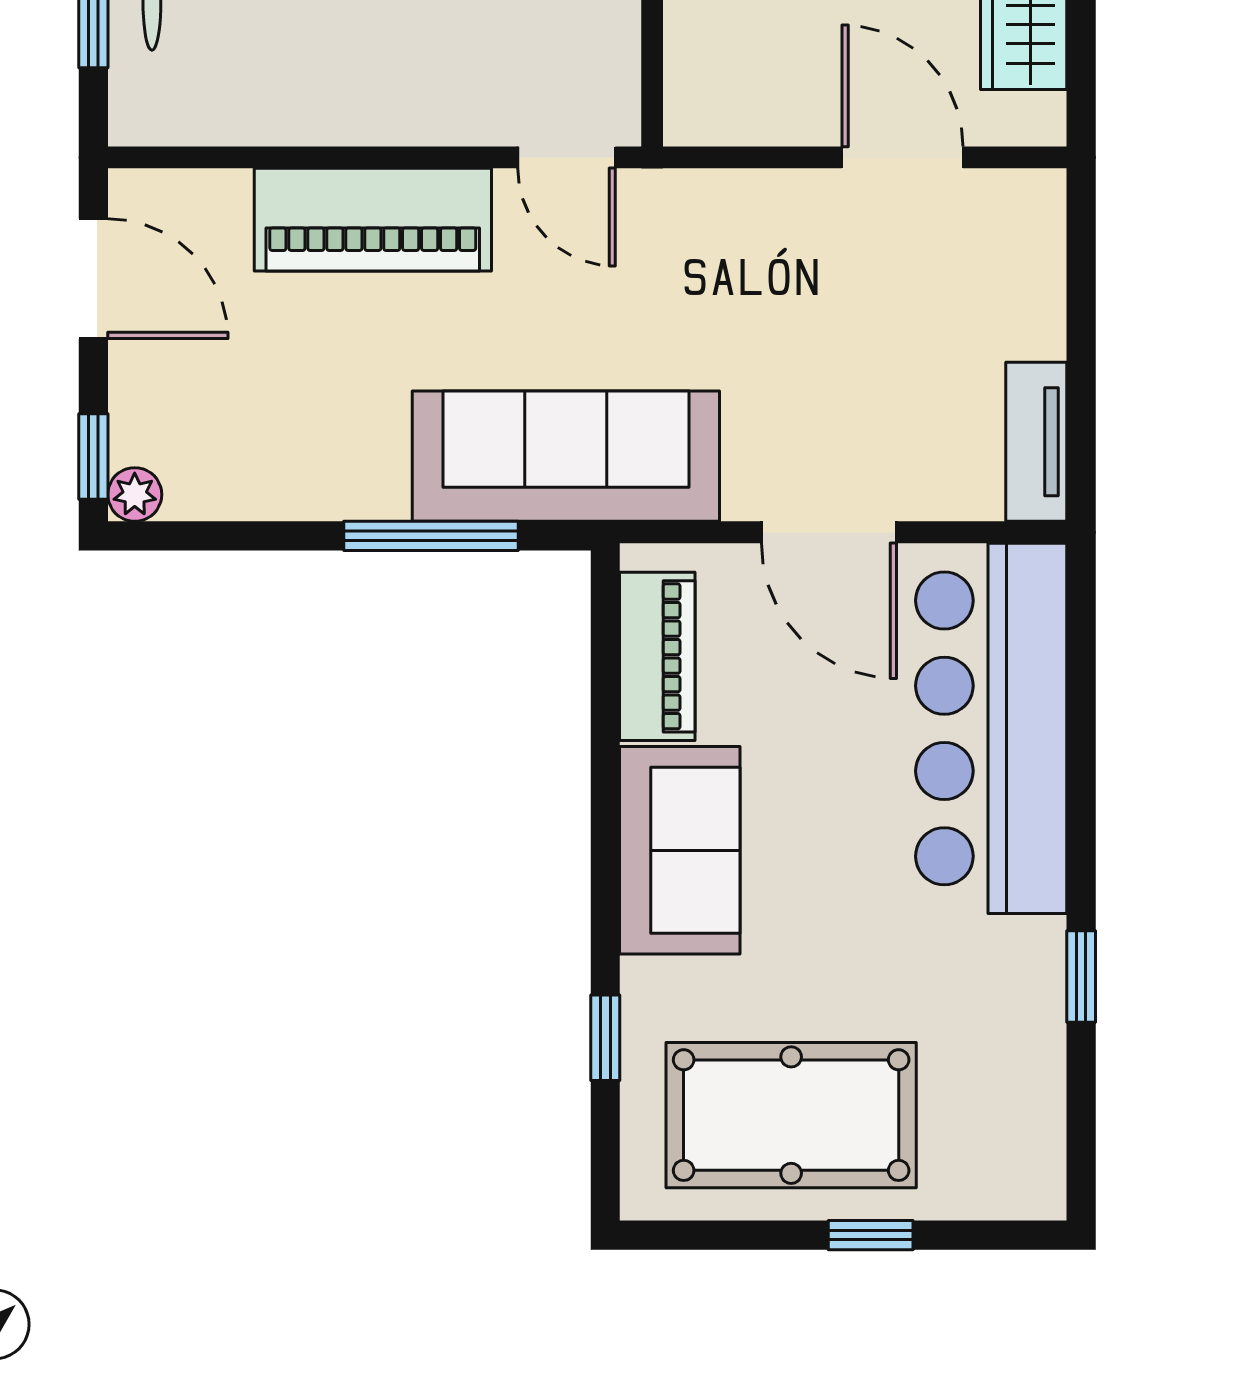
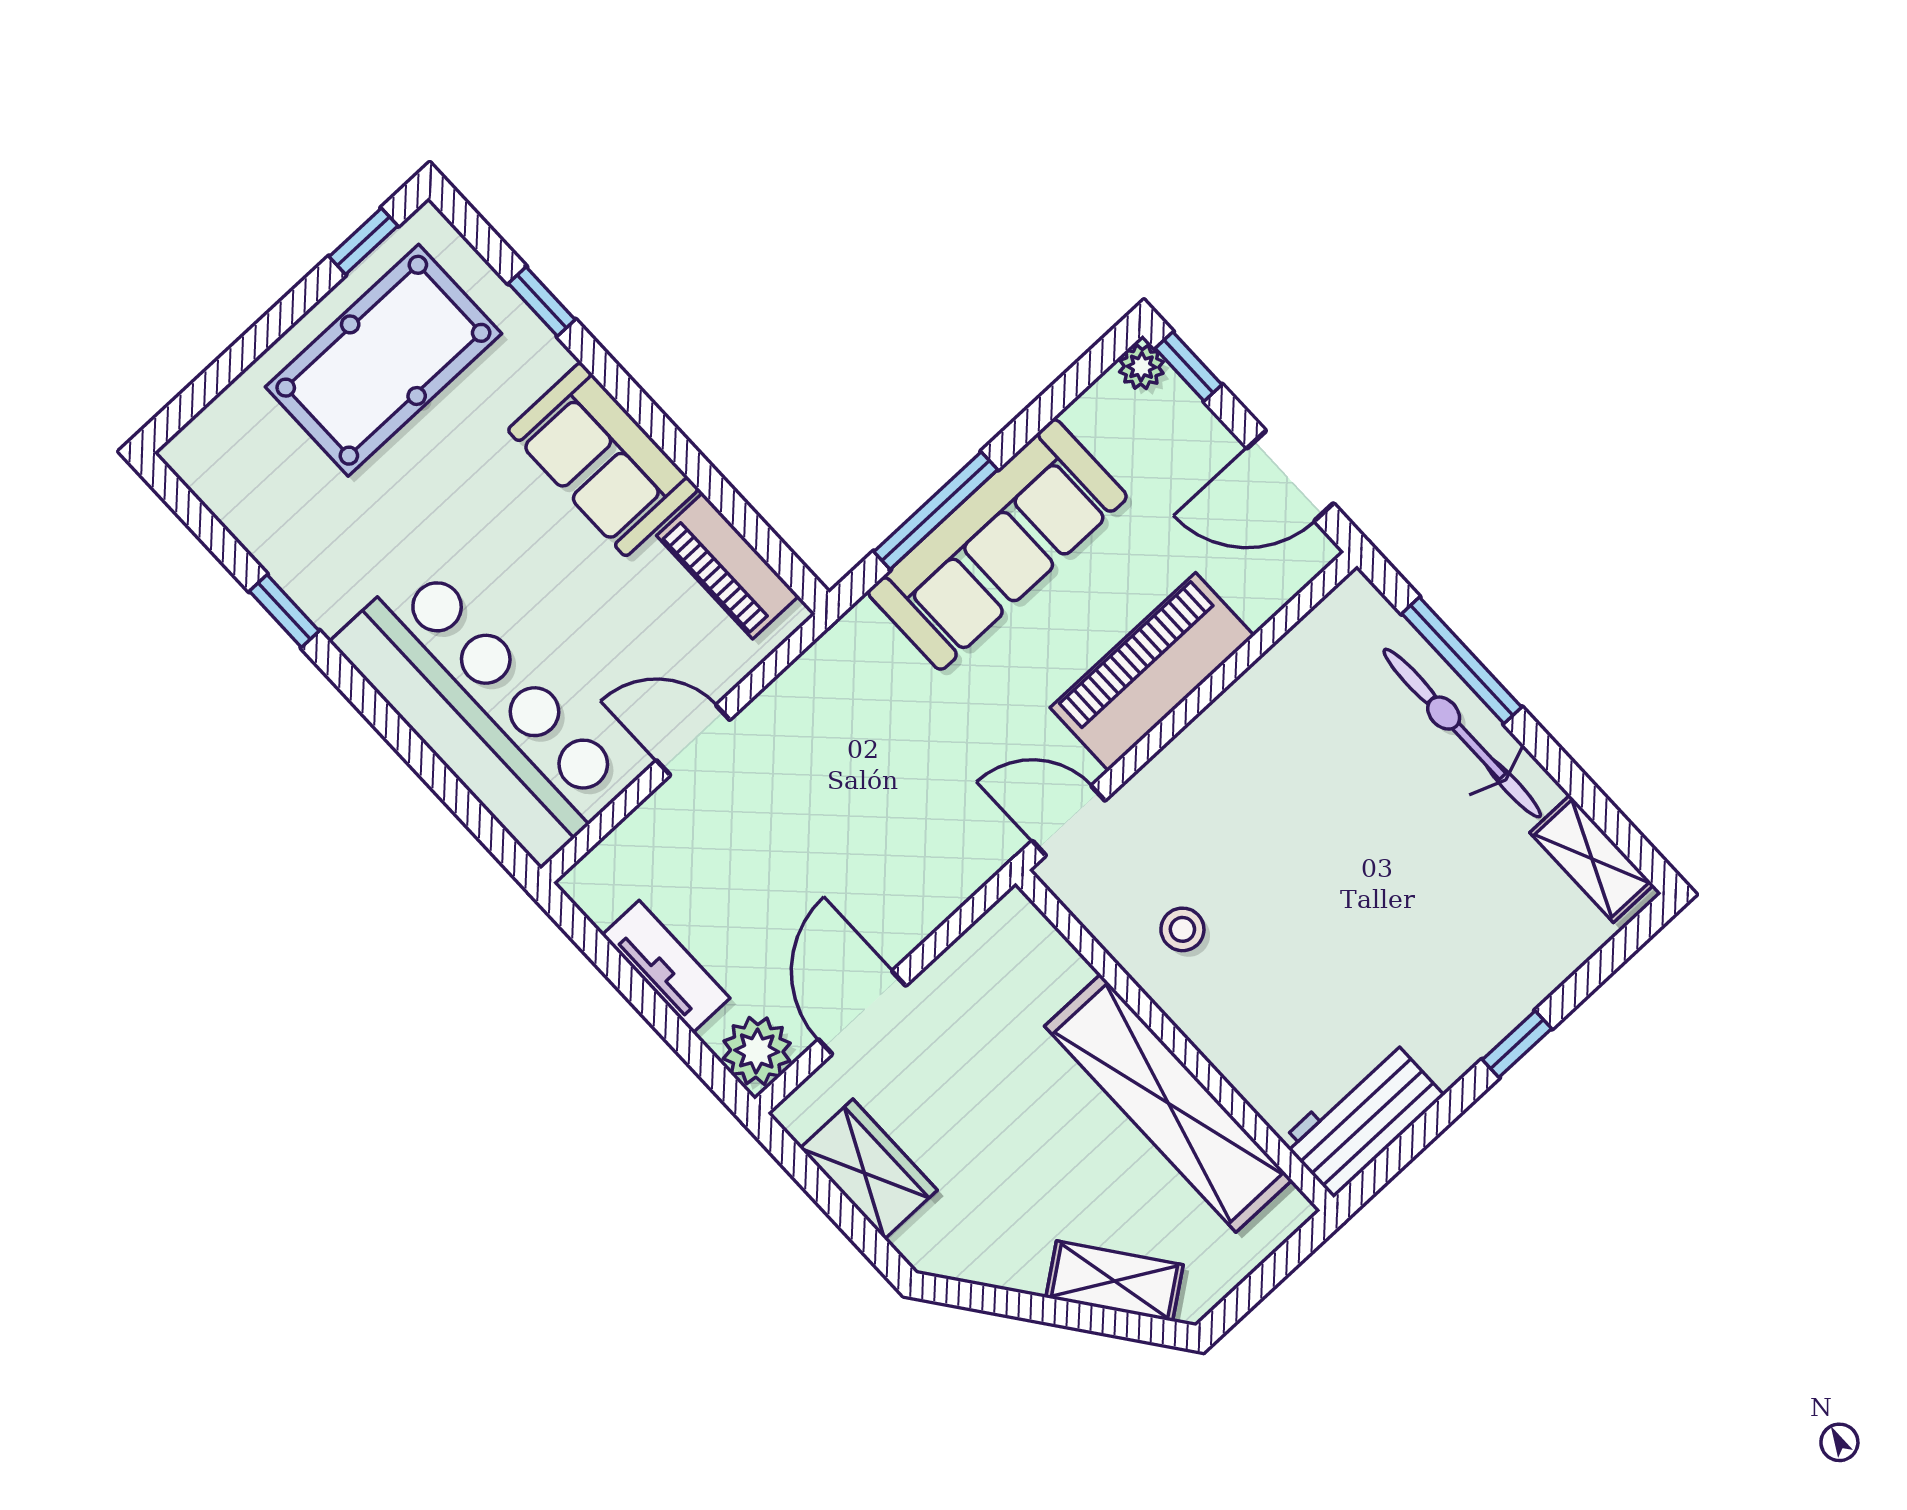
door: (902, 157) -> (862, 1013), swing flipped
plant: (1026, 209) -> (757, 1051), added
tv unit: (1036, 442) -> (666, 966), moved
sofa: (566, 456) -> (997, 545), moved
door: (829, 532) -> (693, 740), width x0.73
window: (871, 1235) -> (363, 241), moved

